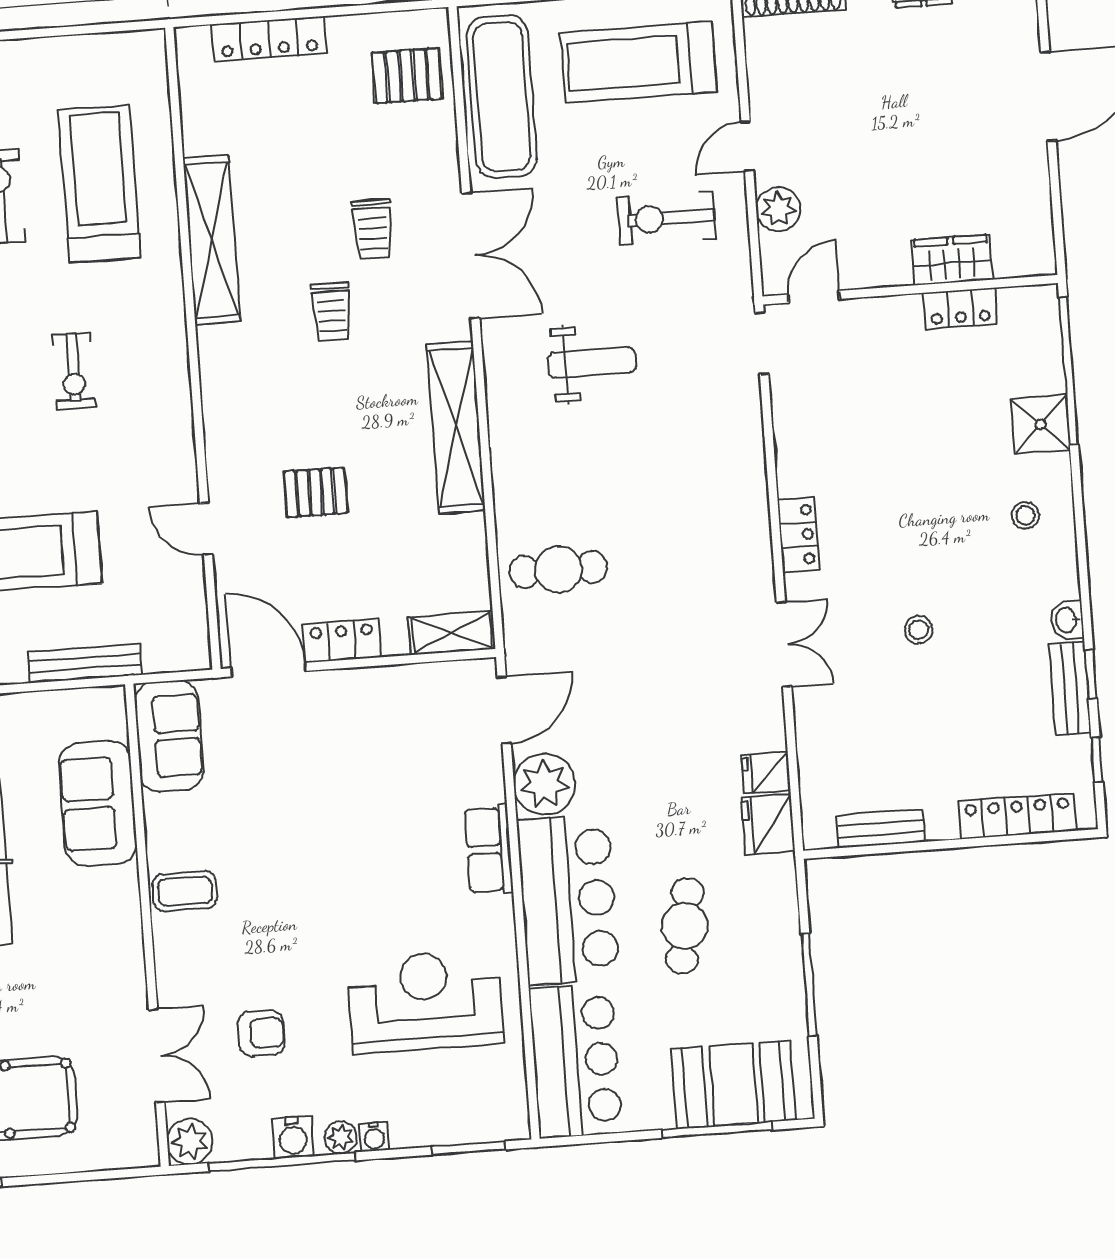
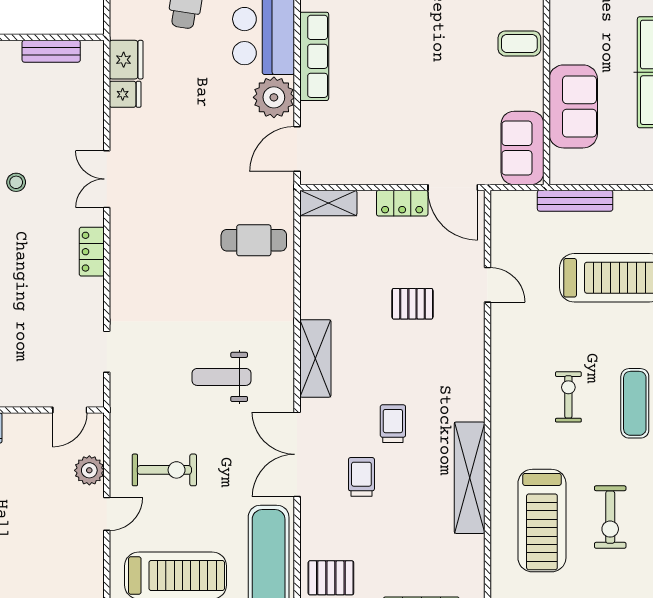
doorway: (762, 344) -> (107, 352), moved
shelving: (456, 427) -> (315, 358), width x0.68
row of seats: (489, 850) -> (314, 56), width x1.48

